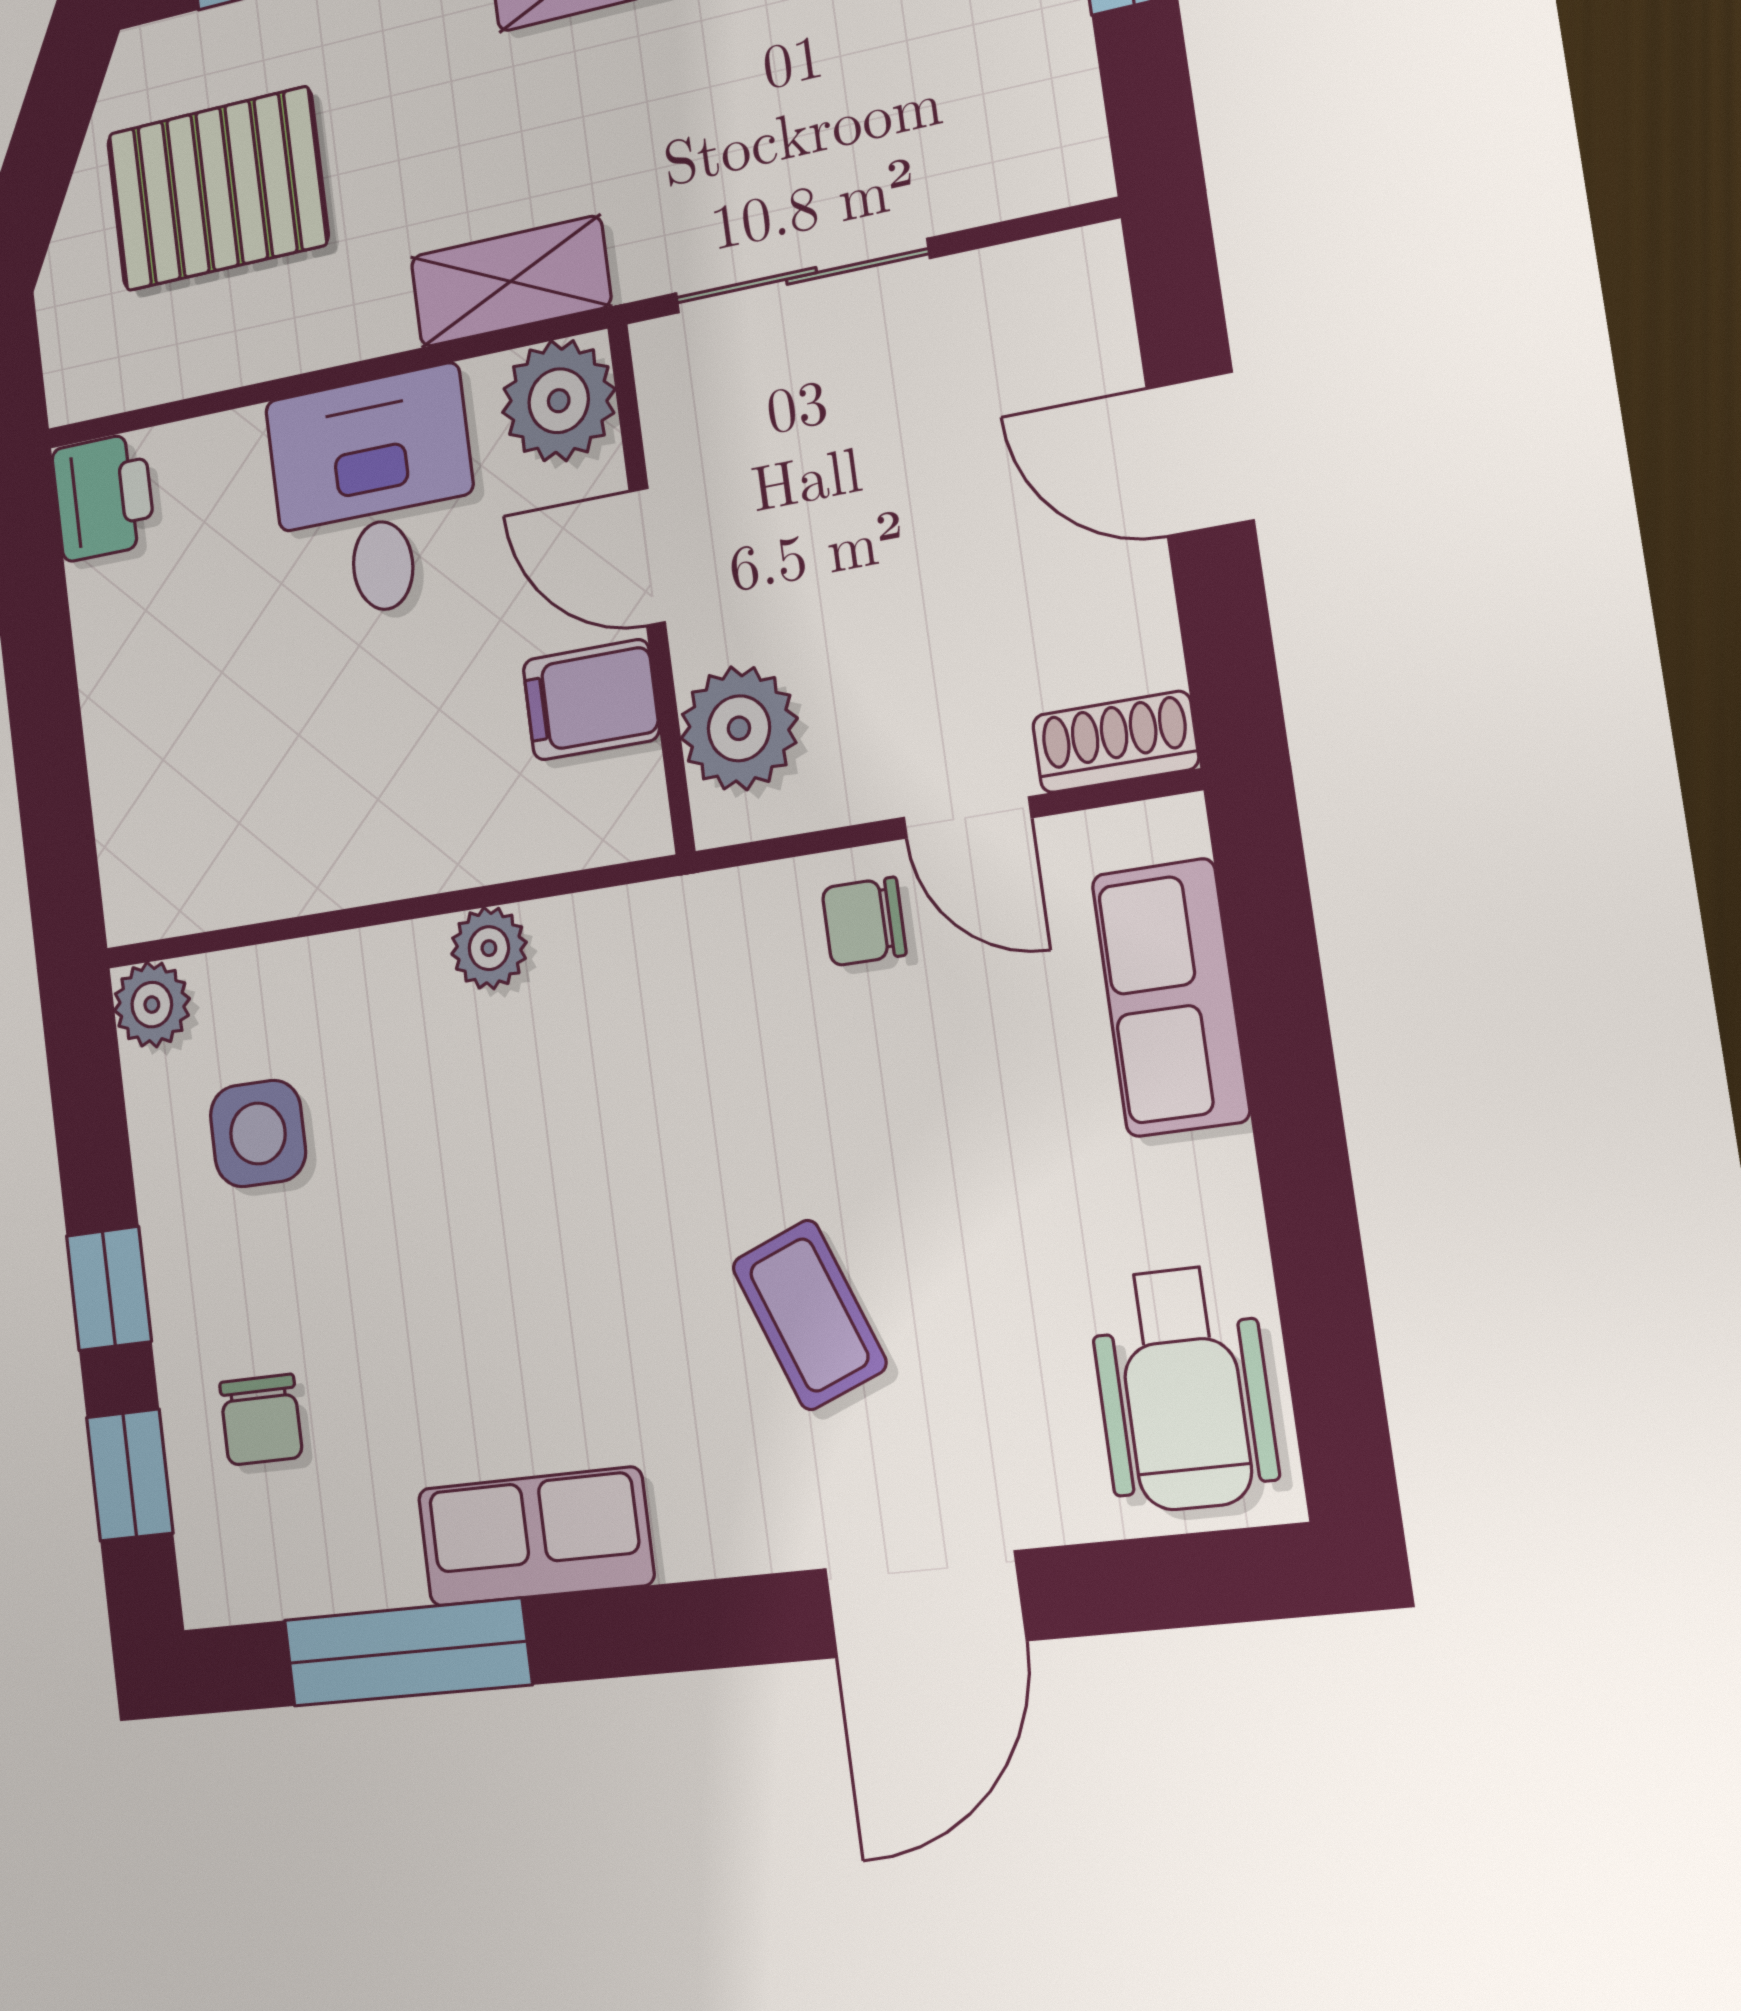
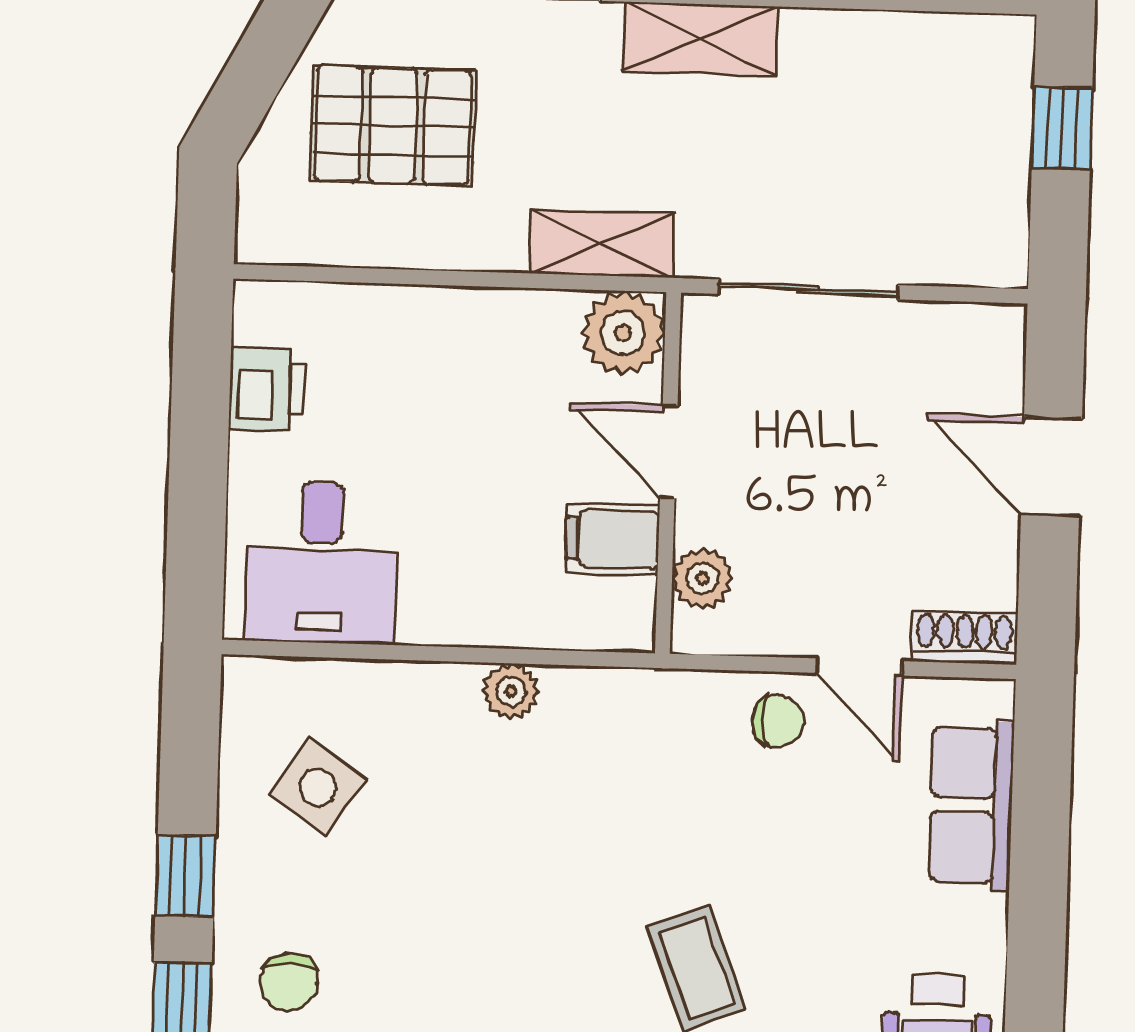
desk: (375, 495) -> (321, 562), moved, turned 180
printer: (103, 497) -> (267, 389), moved
plant: (739, 728) -> (702, 578), width x0.73, depth x0.73
chair: (864, 922) -> (778, 721), turned 180
plant: (152, 1005) -> (250, 685), removed
side table: (258, 1133) -> (318, 787), turned 34

